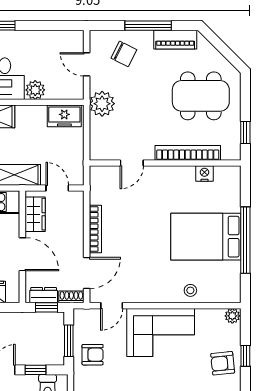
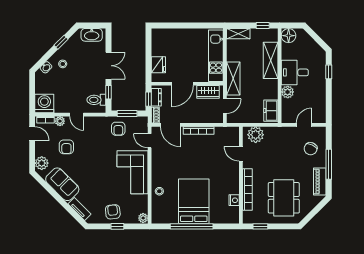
plant: (102, 104) -> (256, 135), moved

